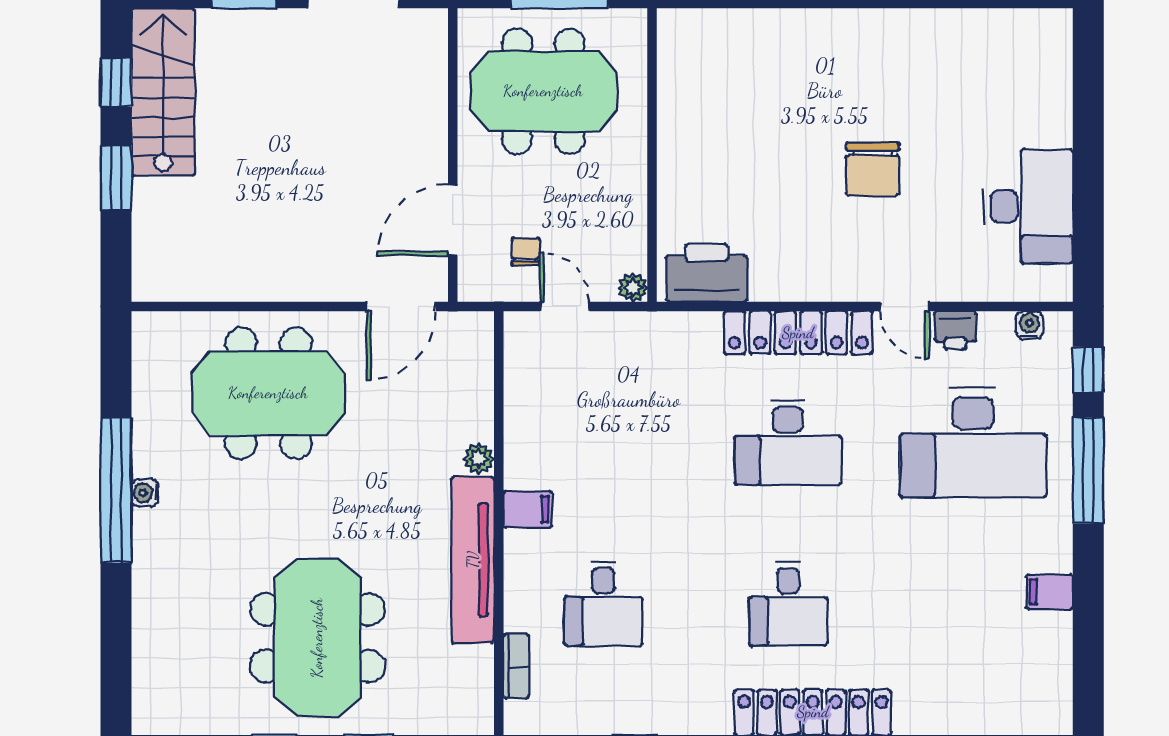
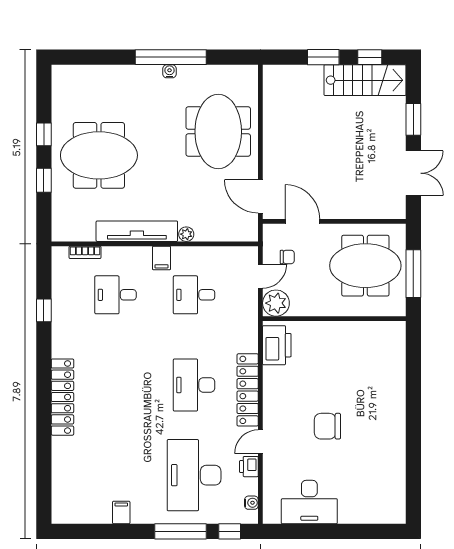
meeting table: (543, 91) -> (365, 266), turned 90
plant: (633, 287) -> (276, 303), width x1.88, depth x1.88
desk: (788, 604) -> (194, 295), moved

